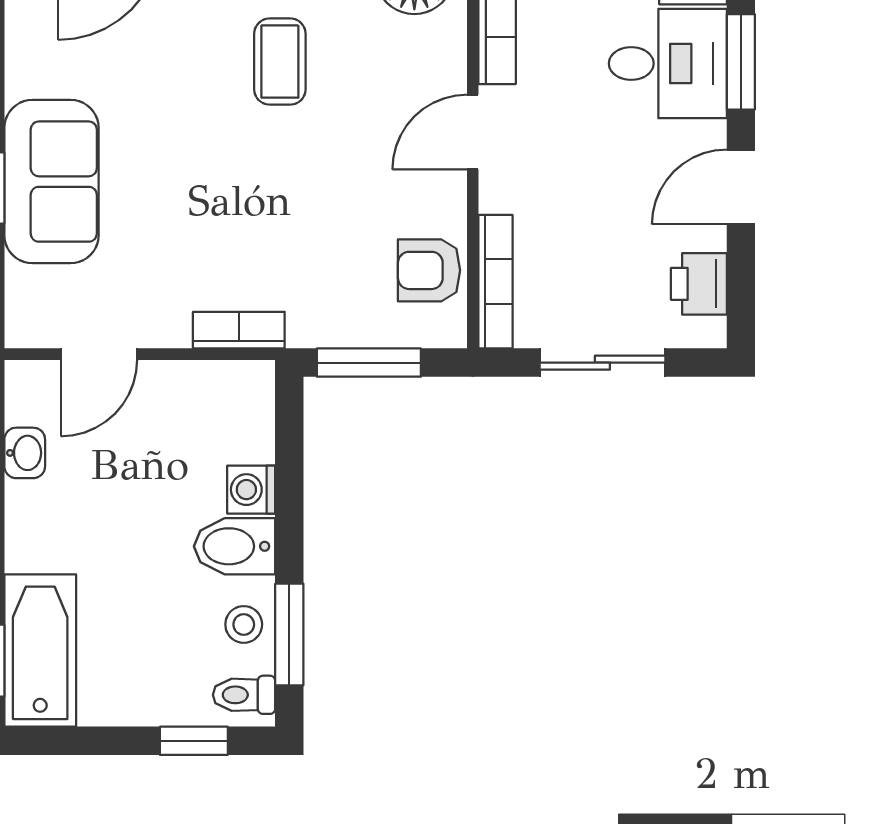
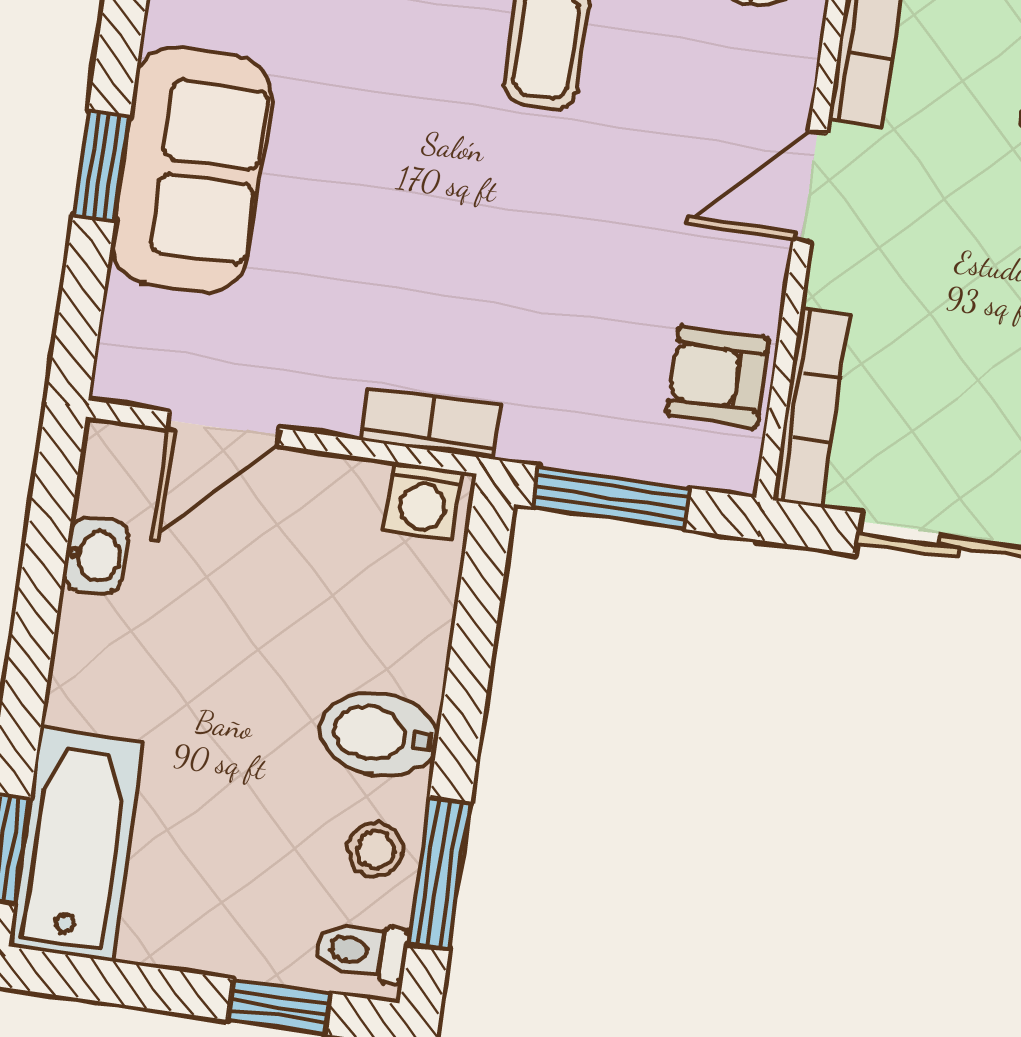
washing machine: (251, 490) -> (423, 501), moved, turned -90

